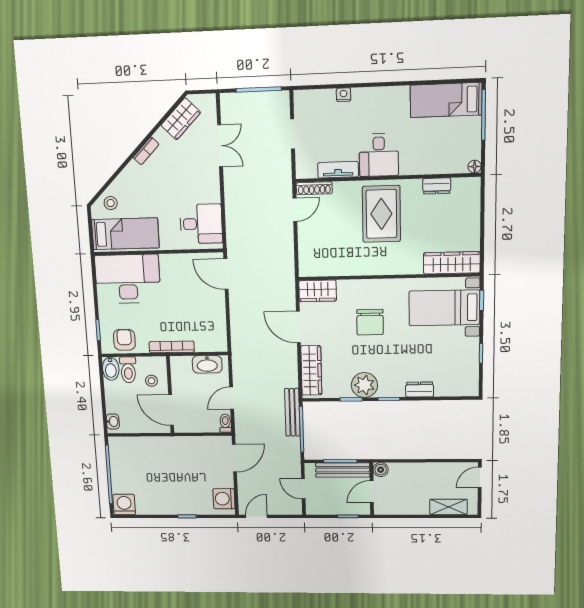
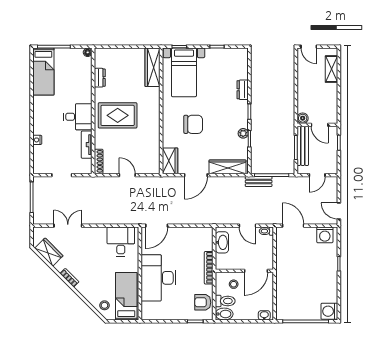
door: (295, 210) -> (127, 175), moved
desk: (128, 279) -> (158, 278), moved
plant: (364, 385) -> (243, 133), width x0.53, depth x0.53
bench: (292, 412) -> (259, 182), width x0.73

